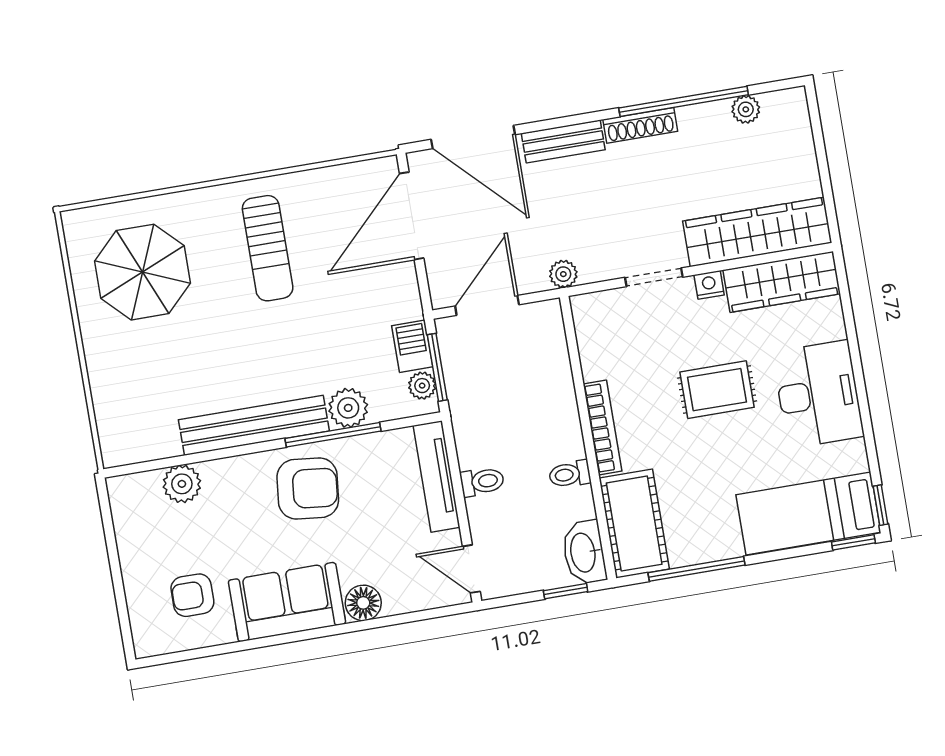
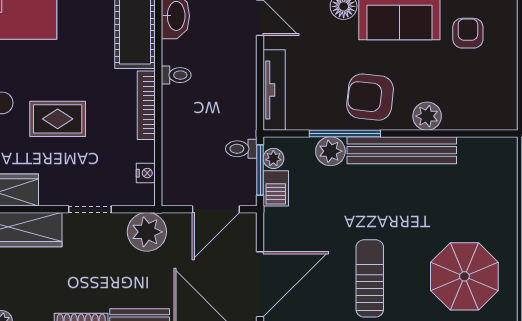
plant: (563, 274) -> (147, 232), width x1.87, depth x1.87
nightstand: (709, 285) -> (146, 173), moved, turned -90
toilet: (482, 482) -> (241, 149), moved
plant: (182, 484) -> (427, 116), moved
armchair: (192, 595) -> (468, 33), turned -90

